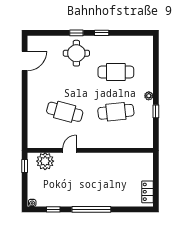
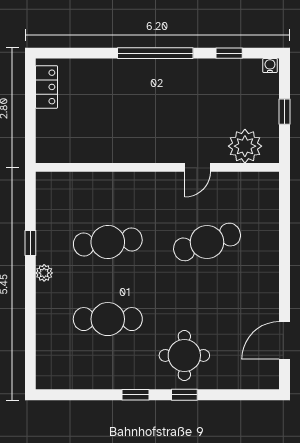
cafe table: (65, 112) -> (207, 242), turned -33
window: (25, 166) -> (284, 112), moved

